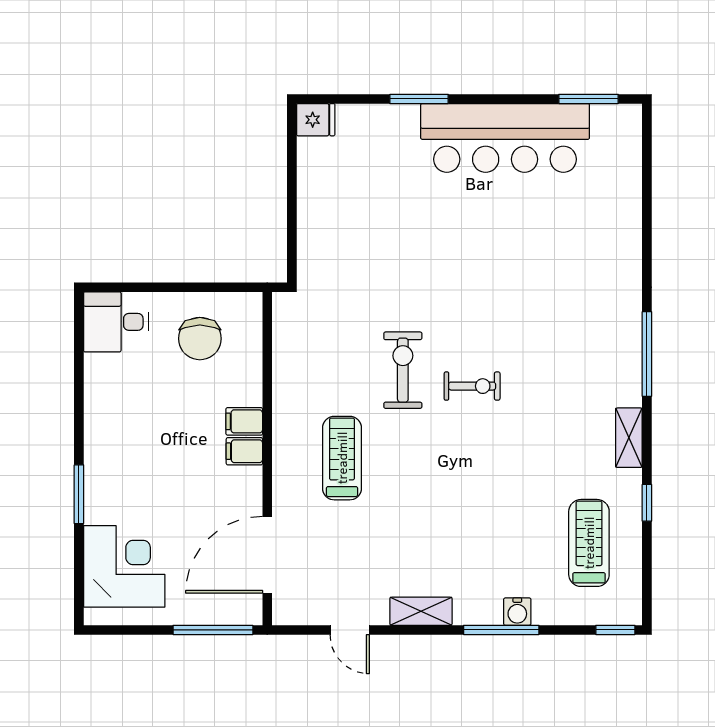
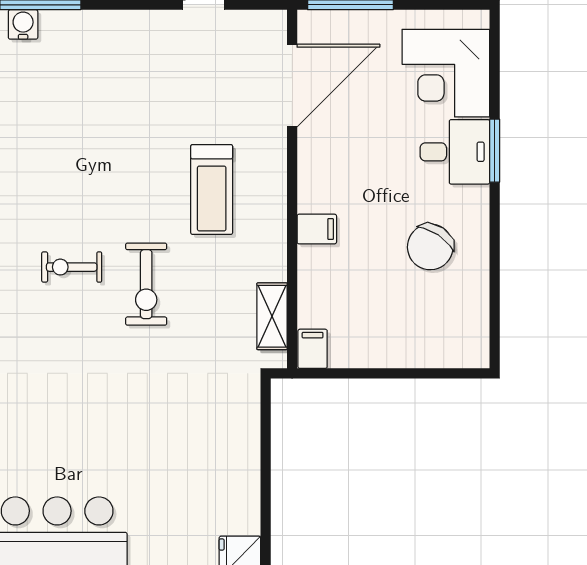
desk: (116, 322) -> (455, 152), moved
chair: (200, 339) -> (430, 247), moved, turned -146
filing cabinet: (244, 451) -> (313, 349), moved, turned -90
shelving: (421, 611) -> (272, 316), moved, turned 90

